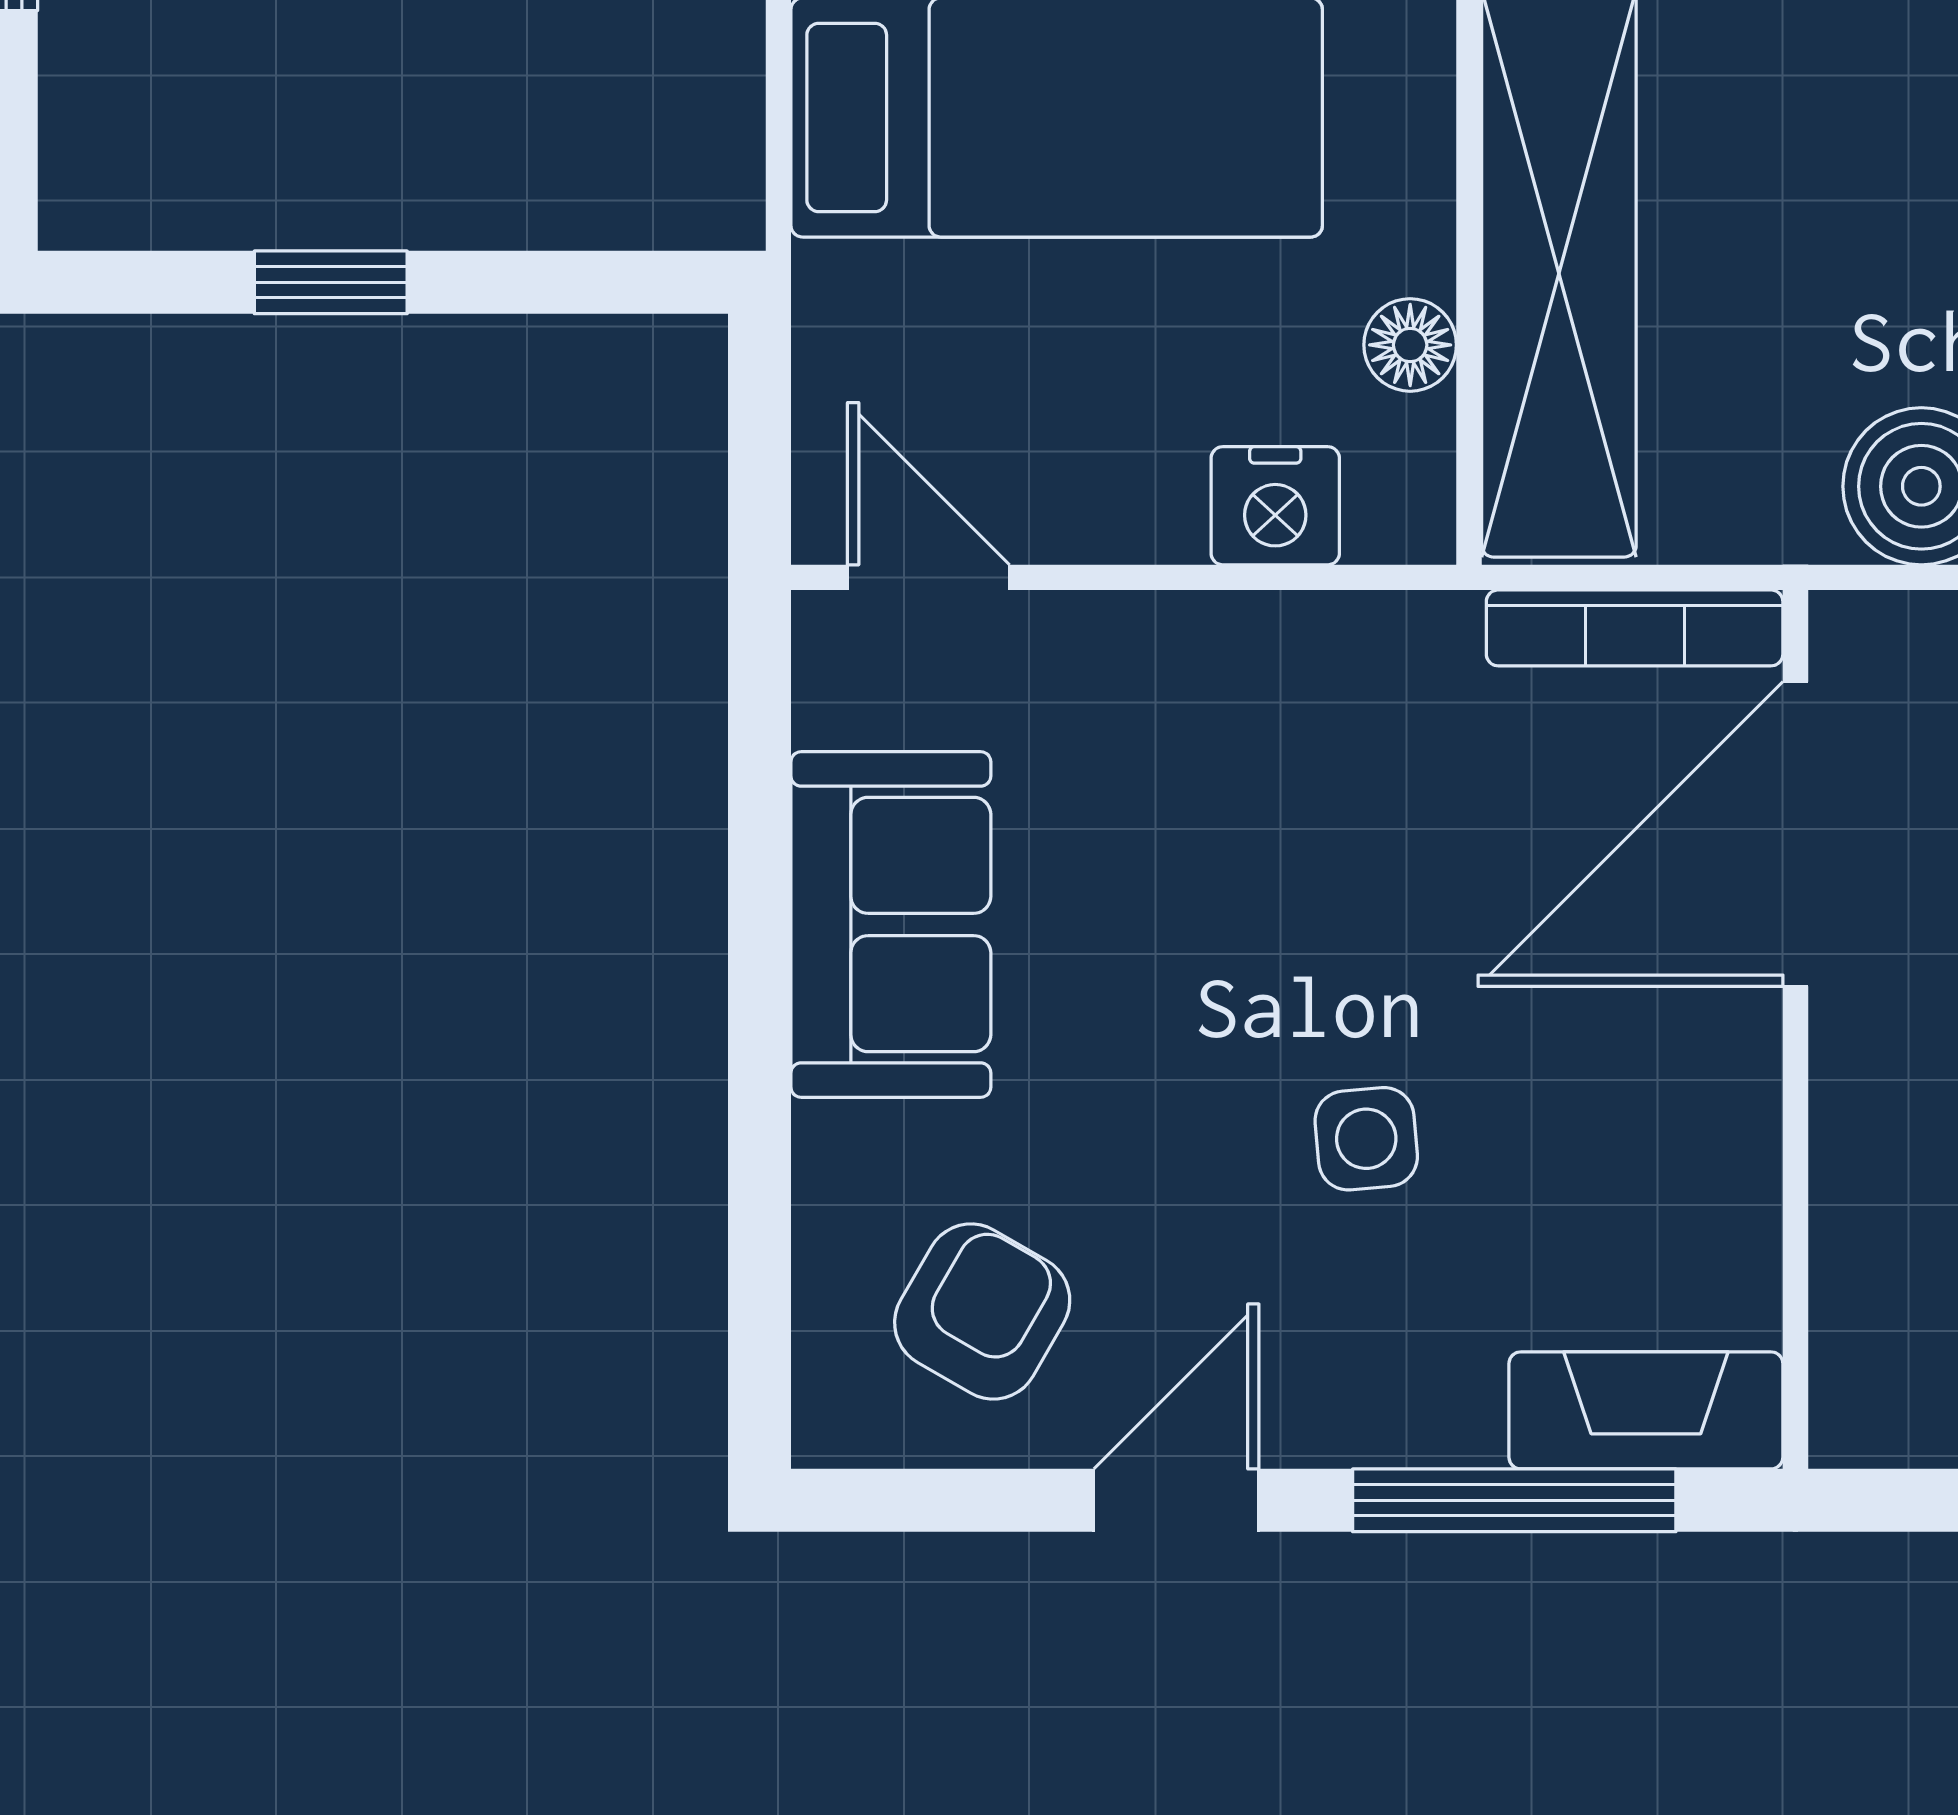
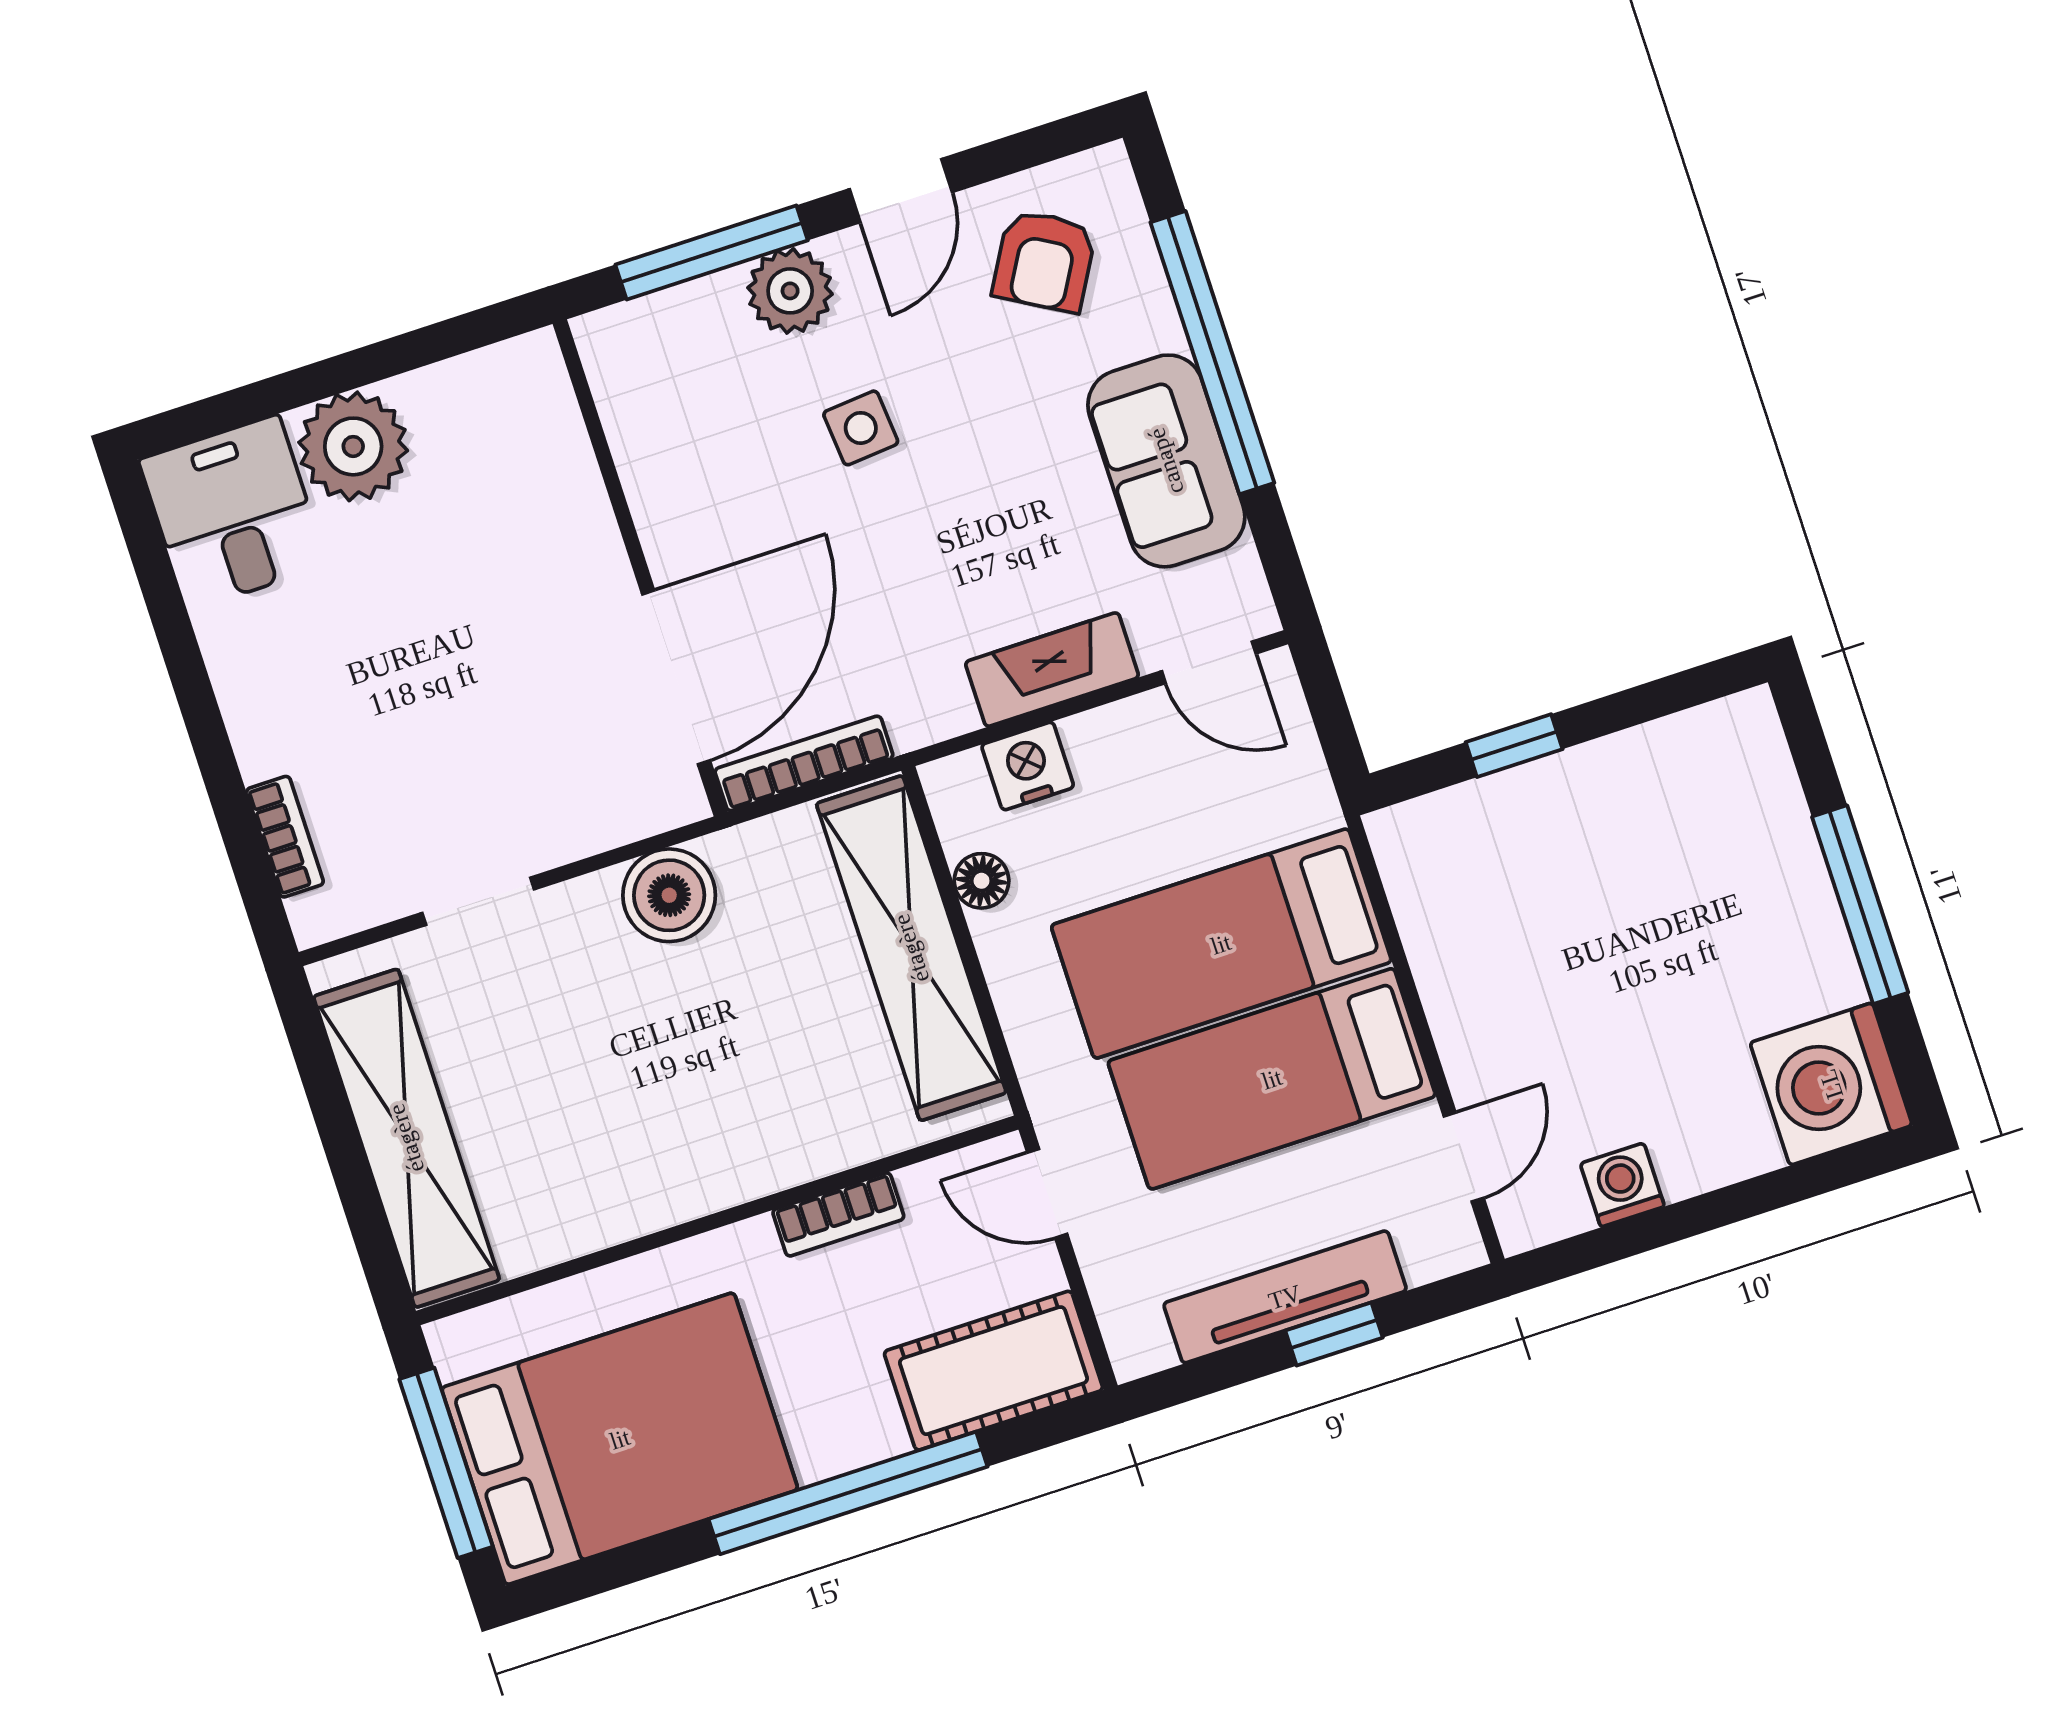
window: (331, 282) -> (1514, 746), moved
window: (760, 1075) -> (1212, 353), added
plant: (1408, 1397) -> (790, 291), added
fireplace: (1646, 1410) -> (1052, 670), moved, turned 180

